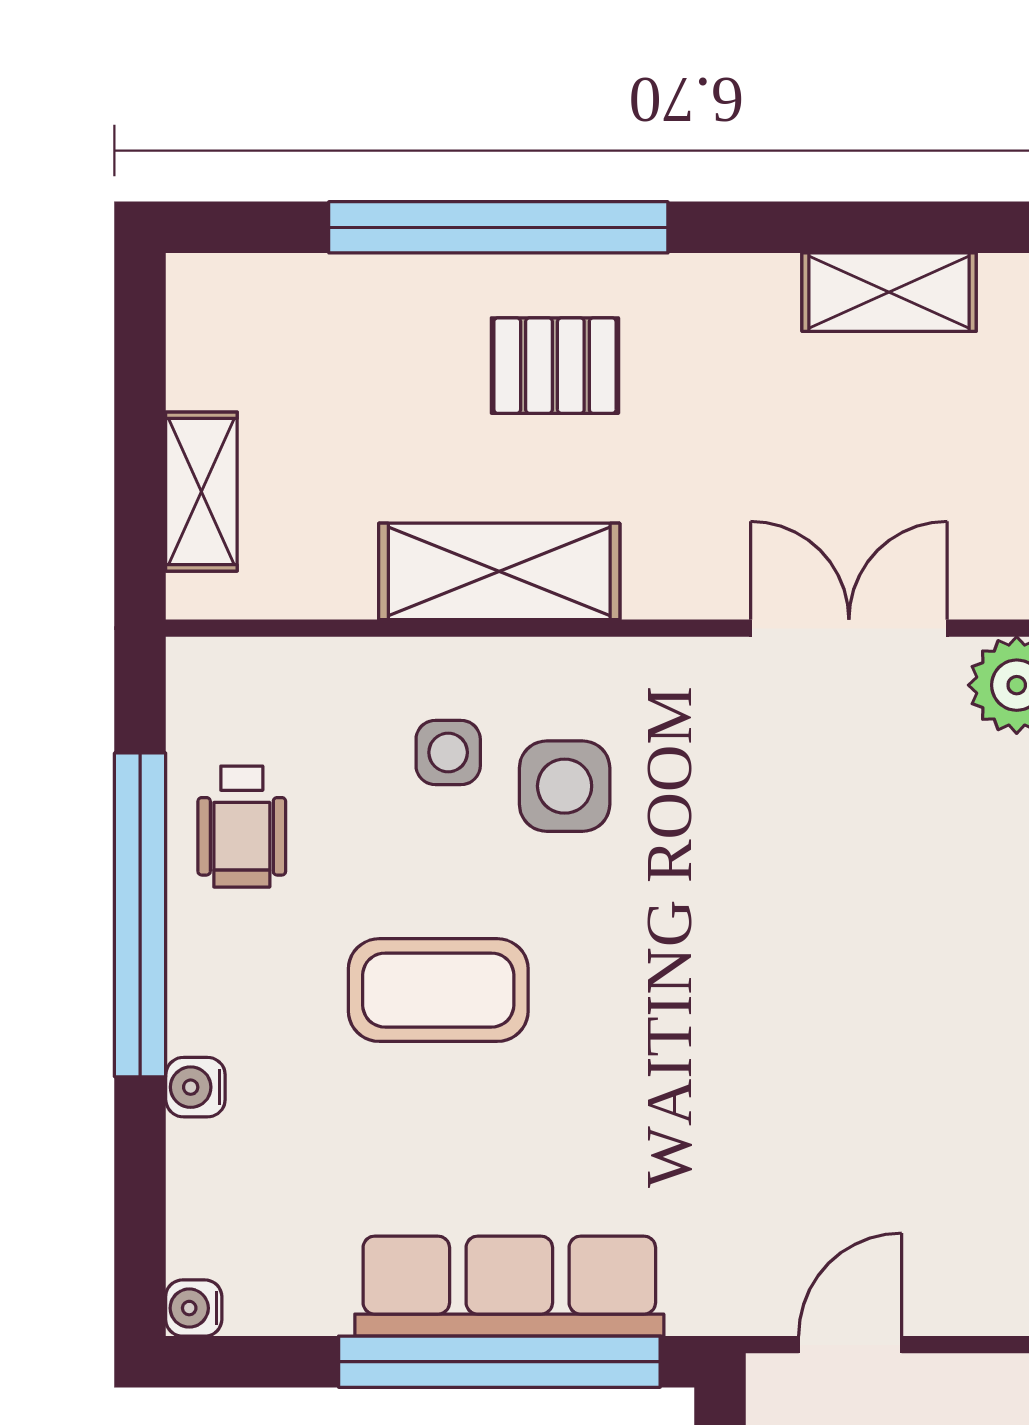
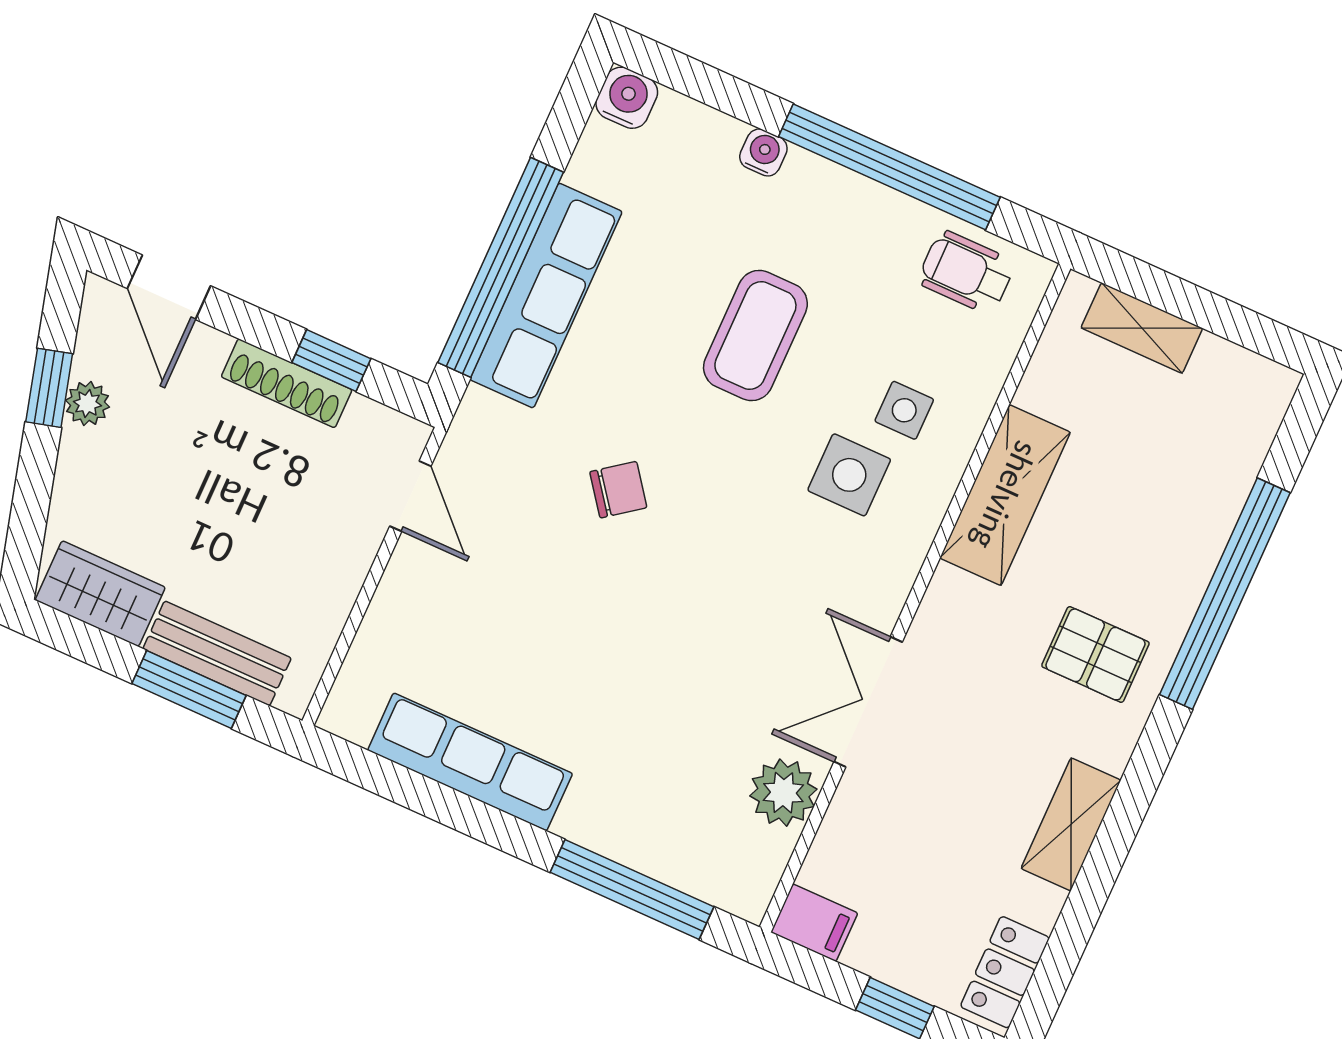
pallet: (555, 366) -> (1095, 654), moved, turned 90
double door: (849, 628) -> (868, 702), swing flipped
wheelchair: (242, 827) -> (966, 272), moved
chair: (719, 1078) -> (618, 490), added
water cooler: (194, 1308) -> (627, 98), width x1.38, depth x1.38

